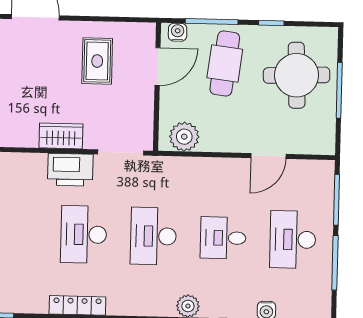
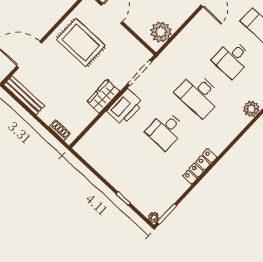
rug: (97, 61) -> (81, 42), width x1.36, depth x1.43
desk: (84, 234) -> (165, 130), width x0.73

